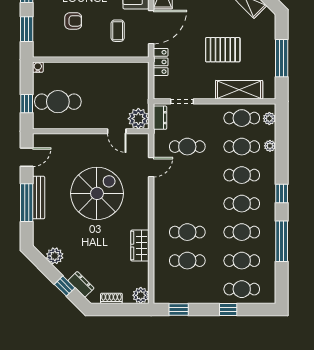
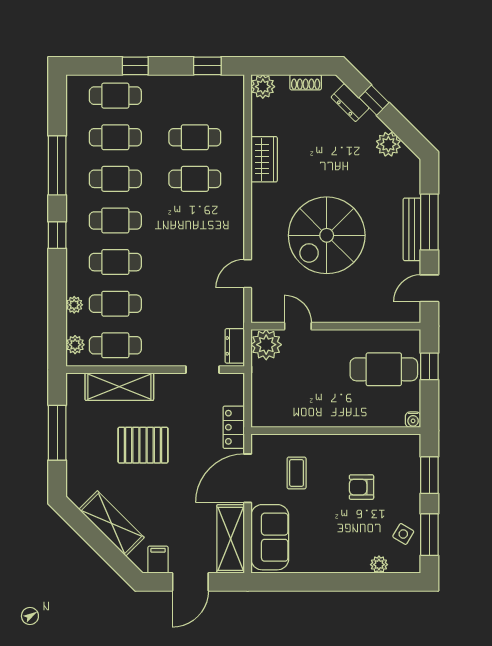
cafe table: (187, 147) -> (195, 304), removed

